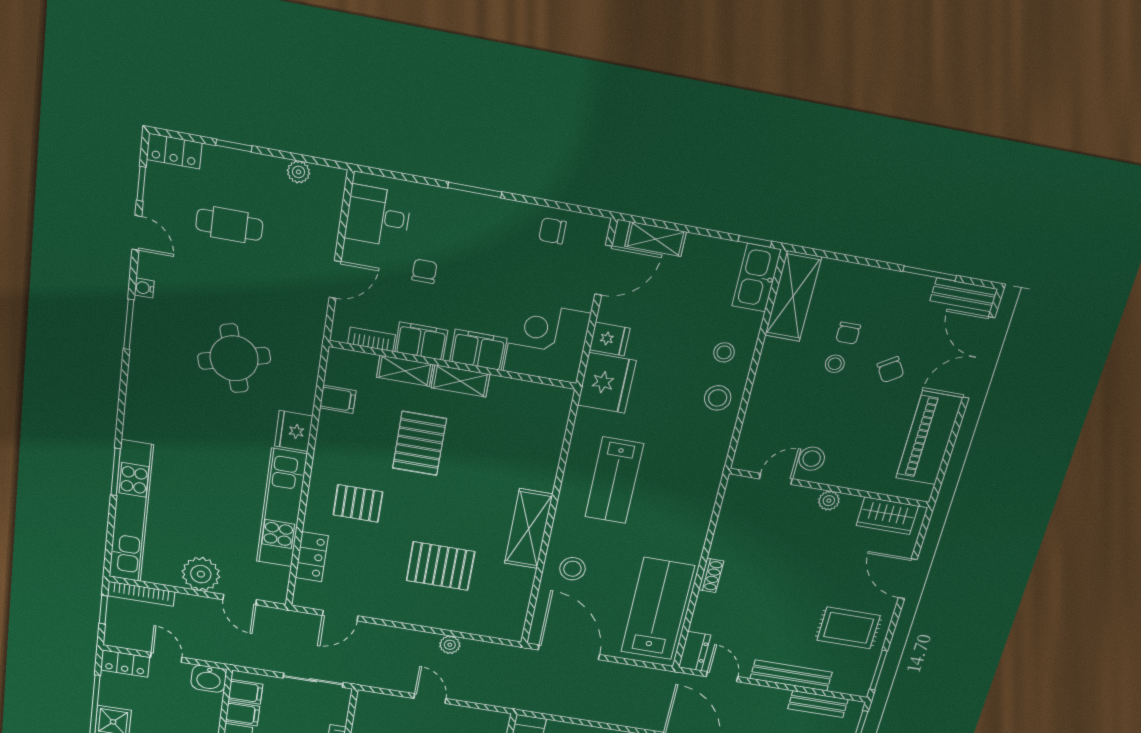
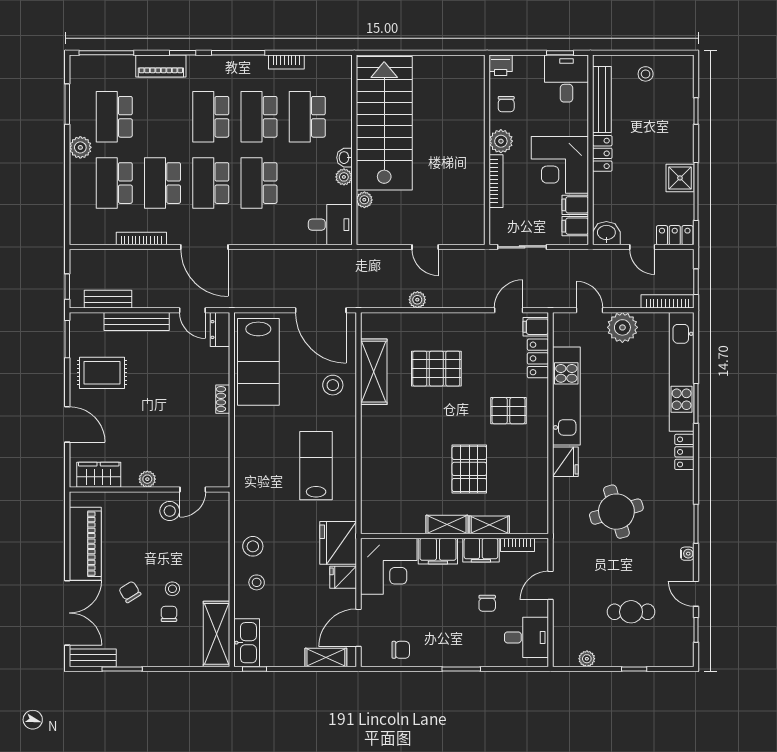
locker: (174, 151) -> (684, 452), moved, turned -90
filing cabinet: (338, 399) -> (536, 327), moved
shelving: (529, 529) -> (374, 372), moved

